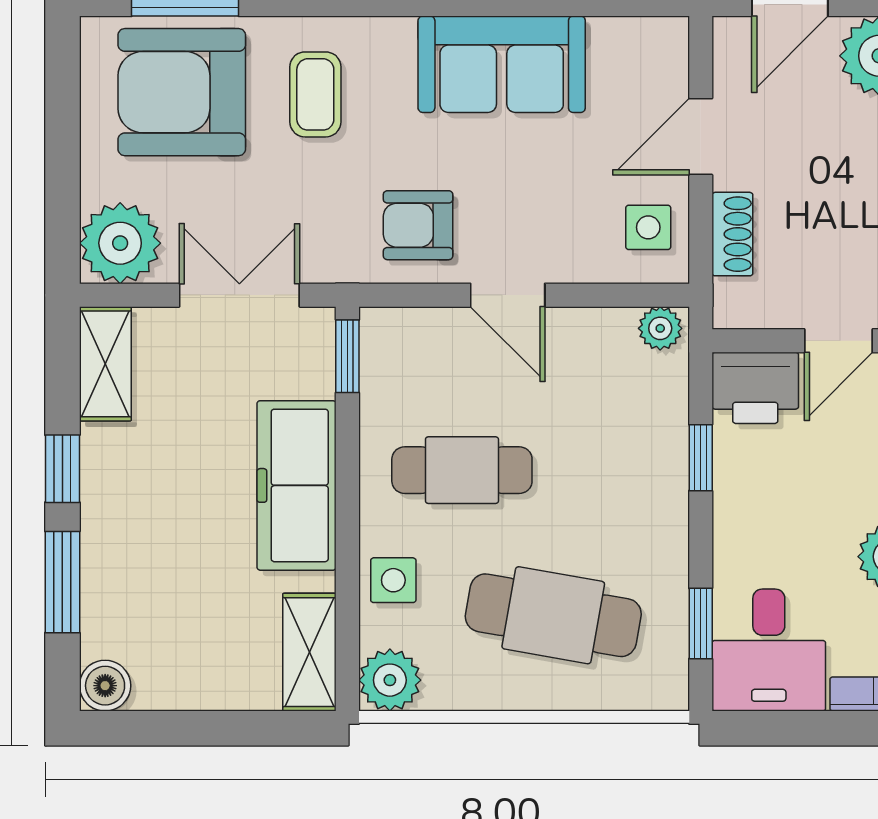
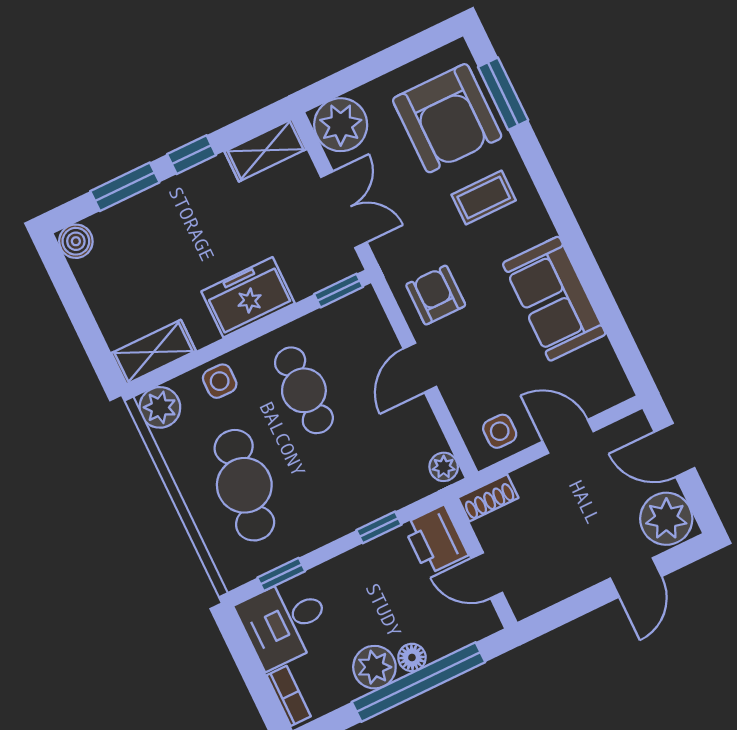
armchair: (182, 92) -> (447, 118), turned 180
shoe rack: (732, 234) -> (488, 498), moved
freezer: (297, 485) -> (248, 297), width x0.71

